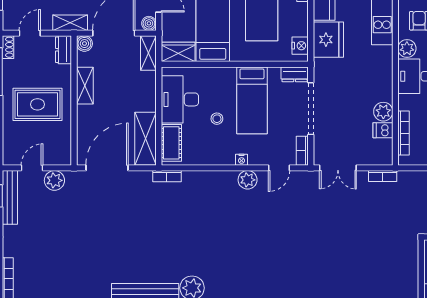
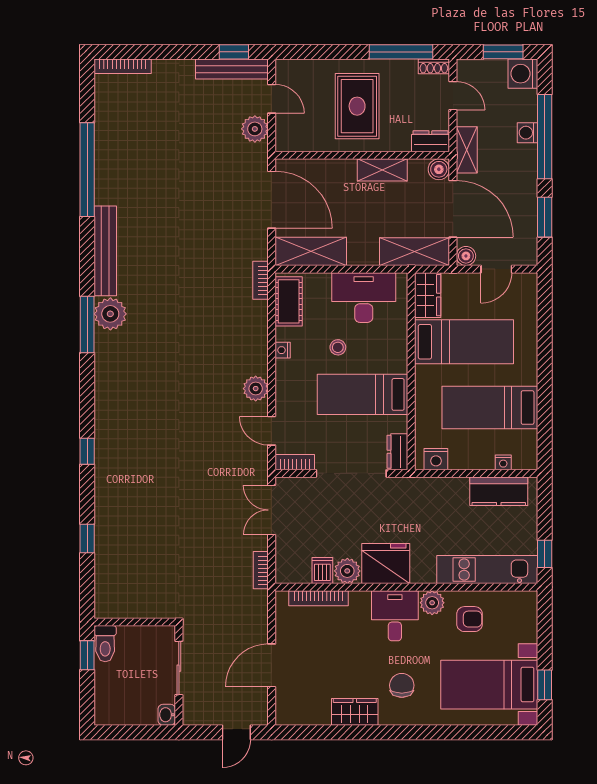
fridge: (328, 40) -> (386, 563), moved, turned 180
shelving: (148, 53) -> (414, 252), width x1.50, depth x1.33
cot: (171, 143) -> (289, 301), moved, turned 90
nightstand: (242, 160) -> (283, 350), moved

